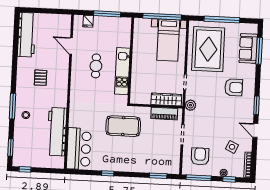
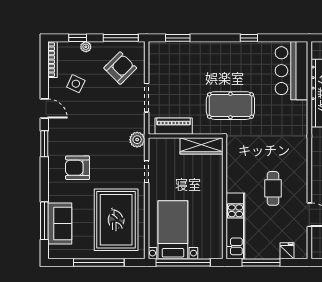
kitchen unit: (122, 71) -> (235, 226), moved
wardrobe: (166, 99) -> (201, 146), moved
armchair: (200, 156) -> (120, 68), turned -135

